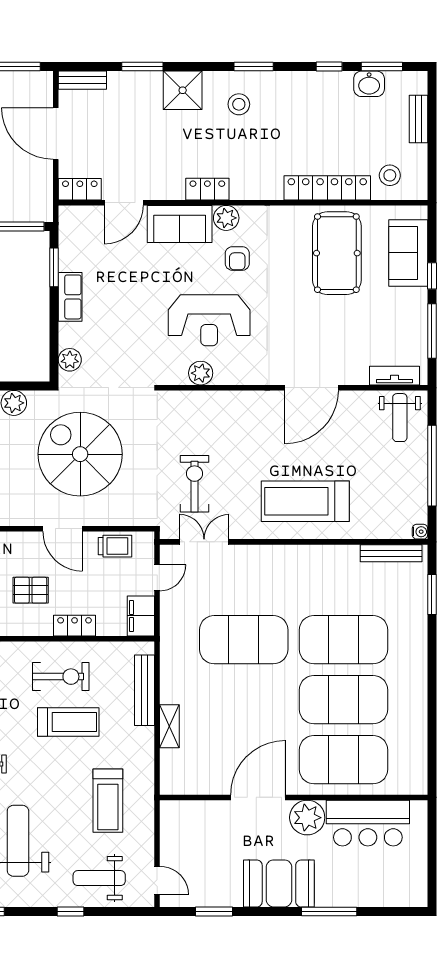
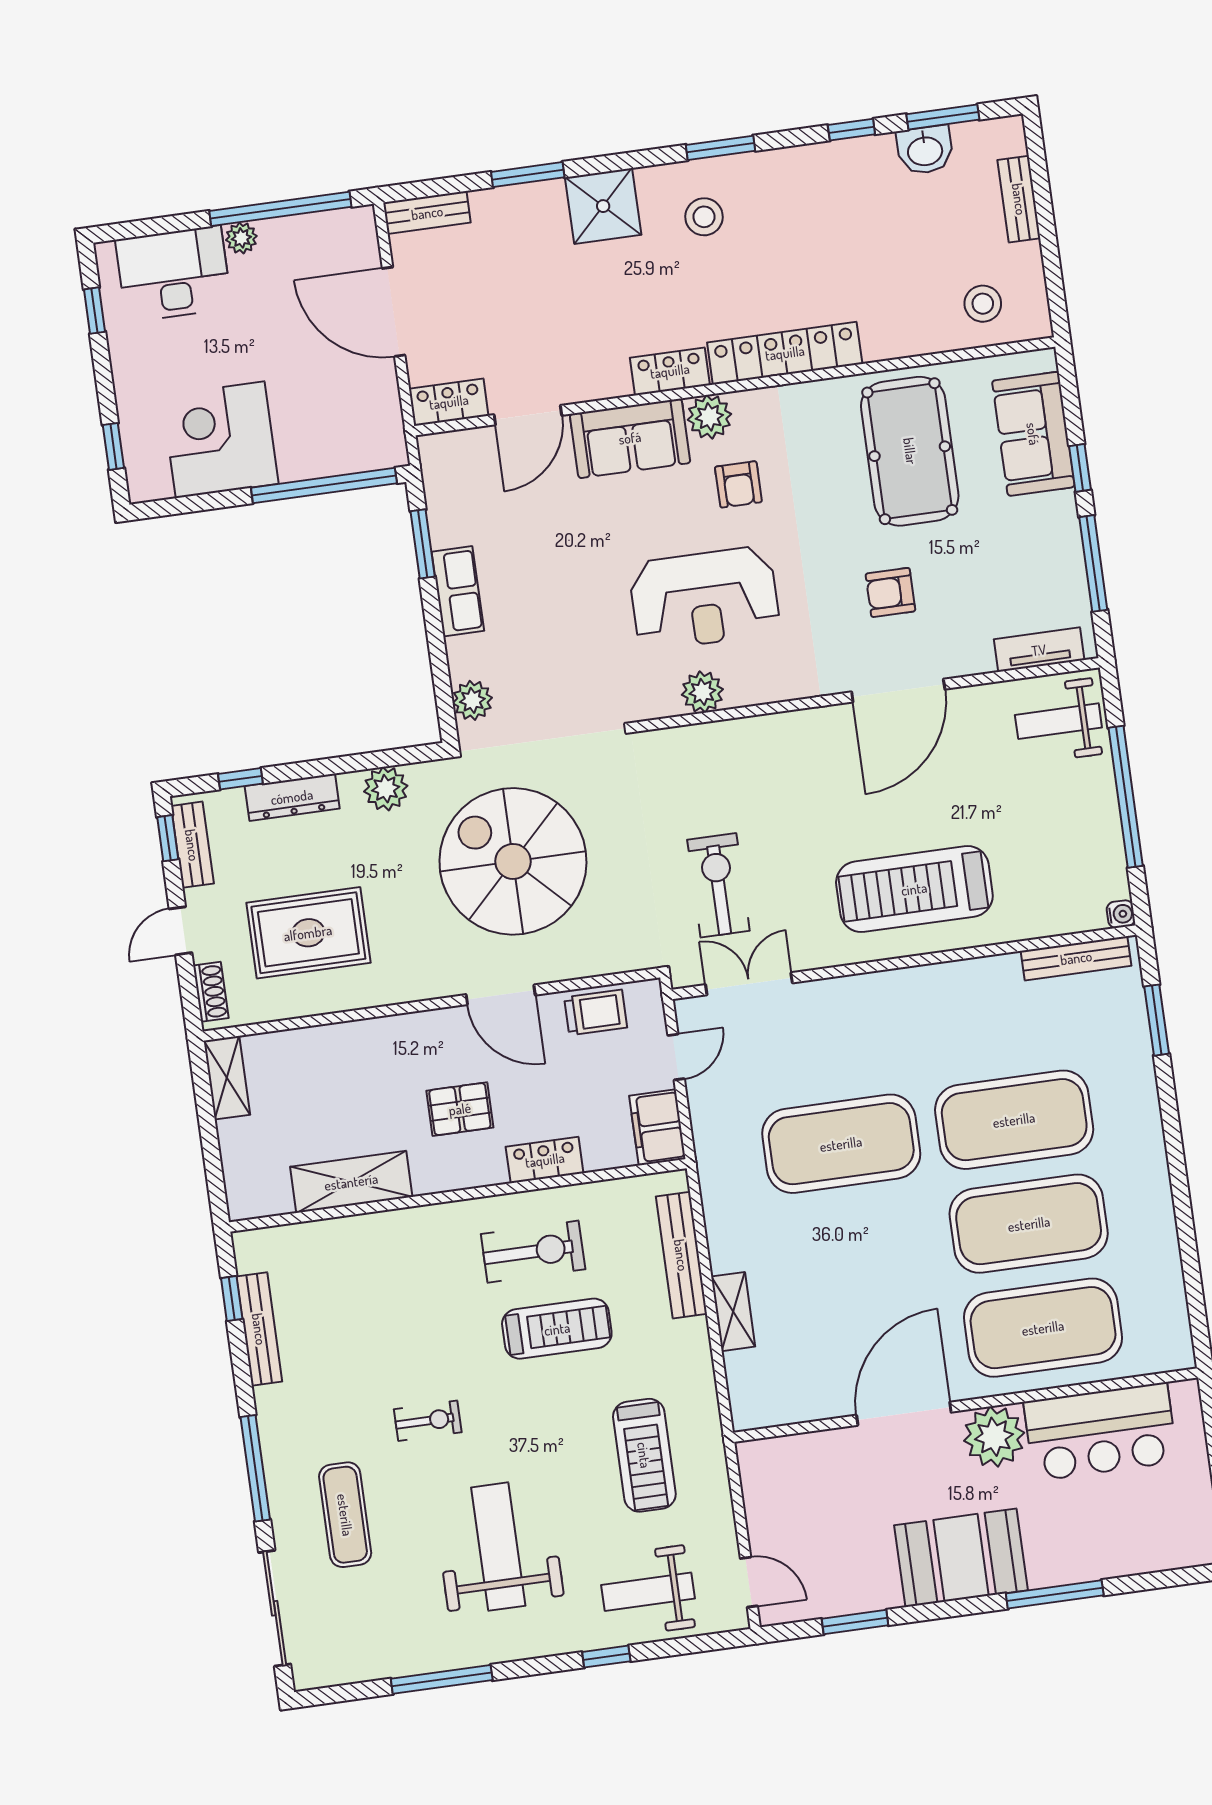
locker: (327, 188) -> (785, 353), moved
armchair: (315, 332) -> (890, 592), added
weight bench: (400, 418) -> (1058, 721), turned 90

